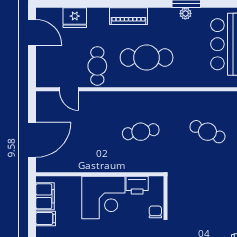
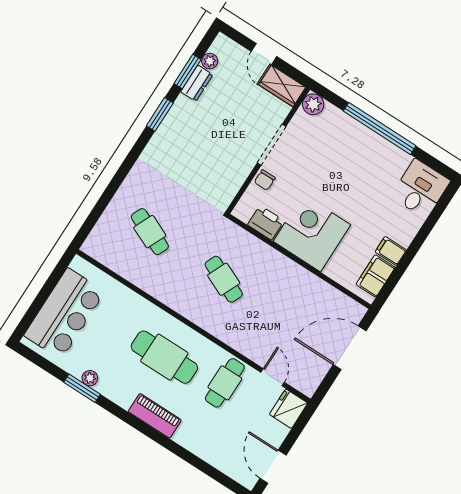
fridge: (75, 18) -> (289, 409), moved, turned -90
cafe table: (141, 132) -> (224, 279), turned 33

